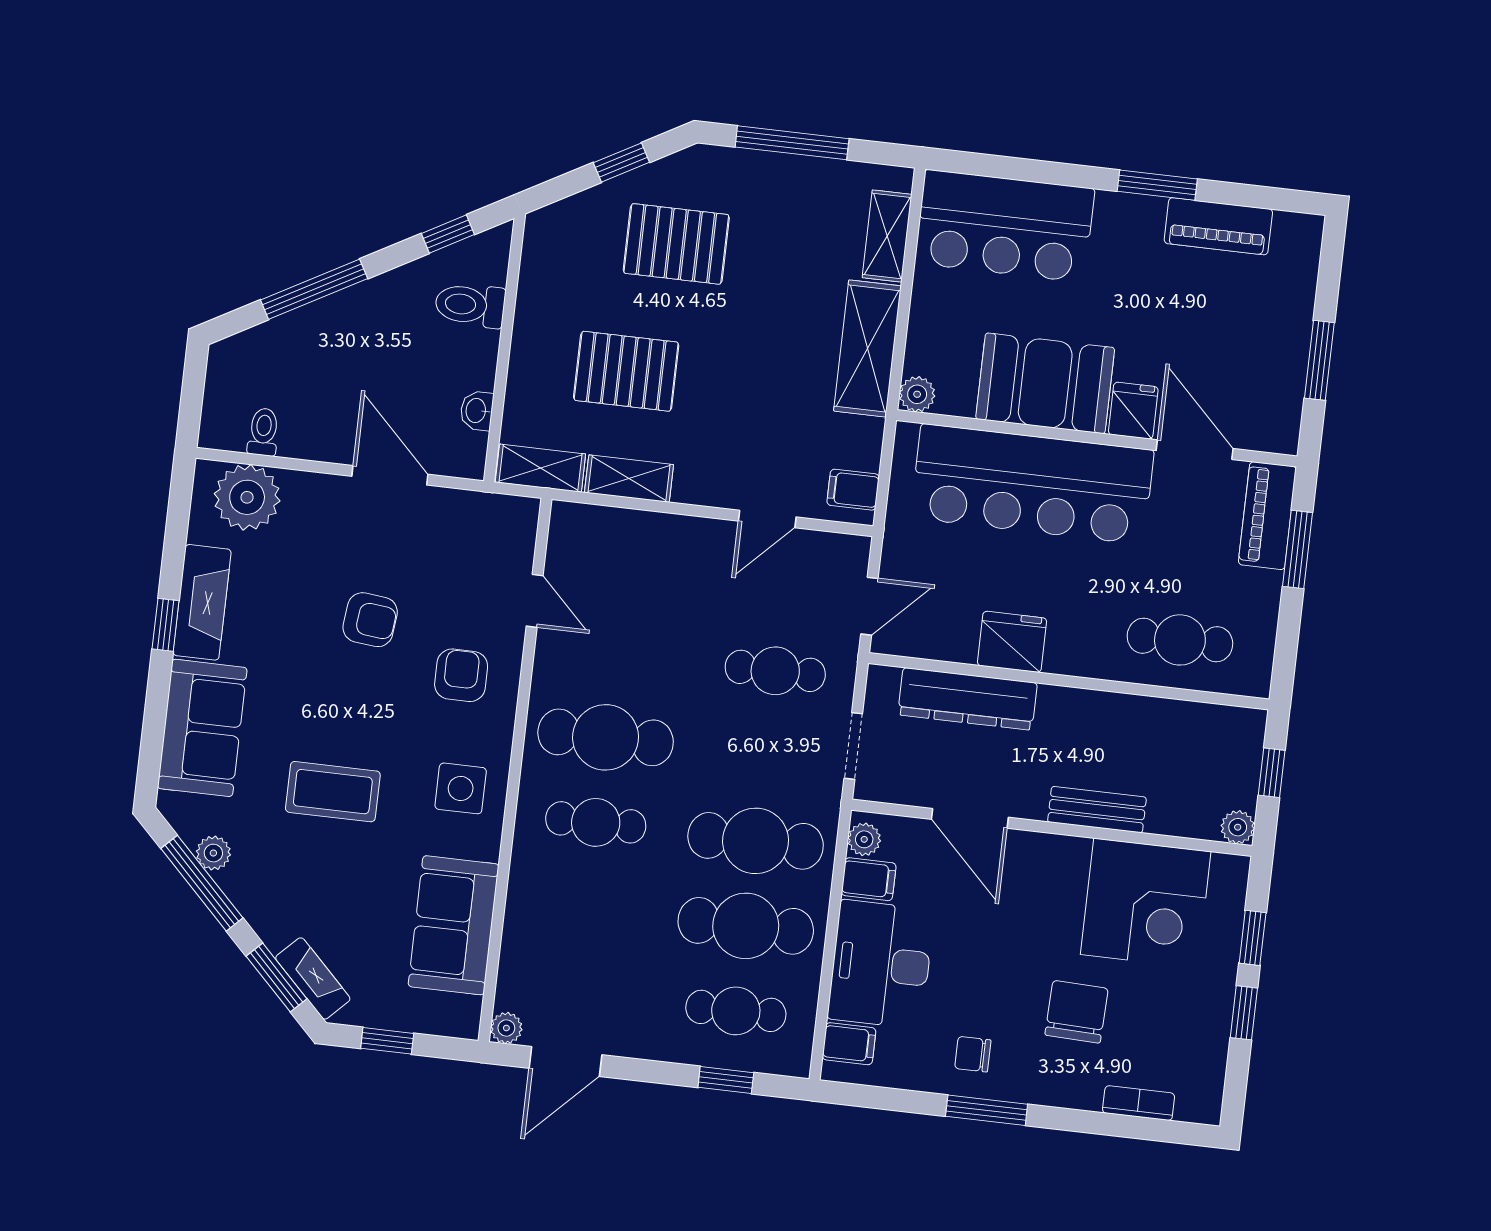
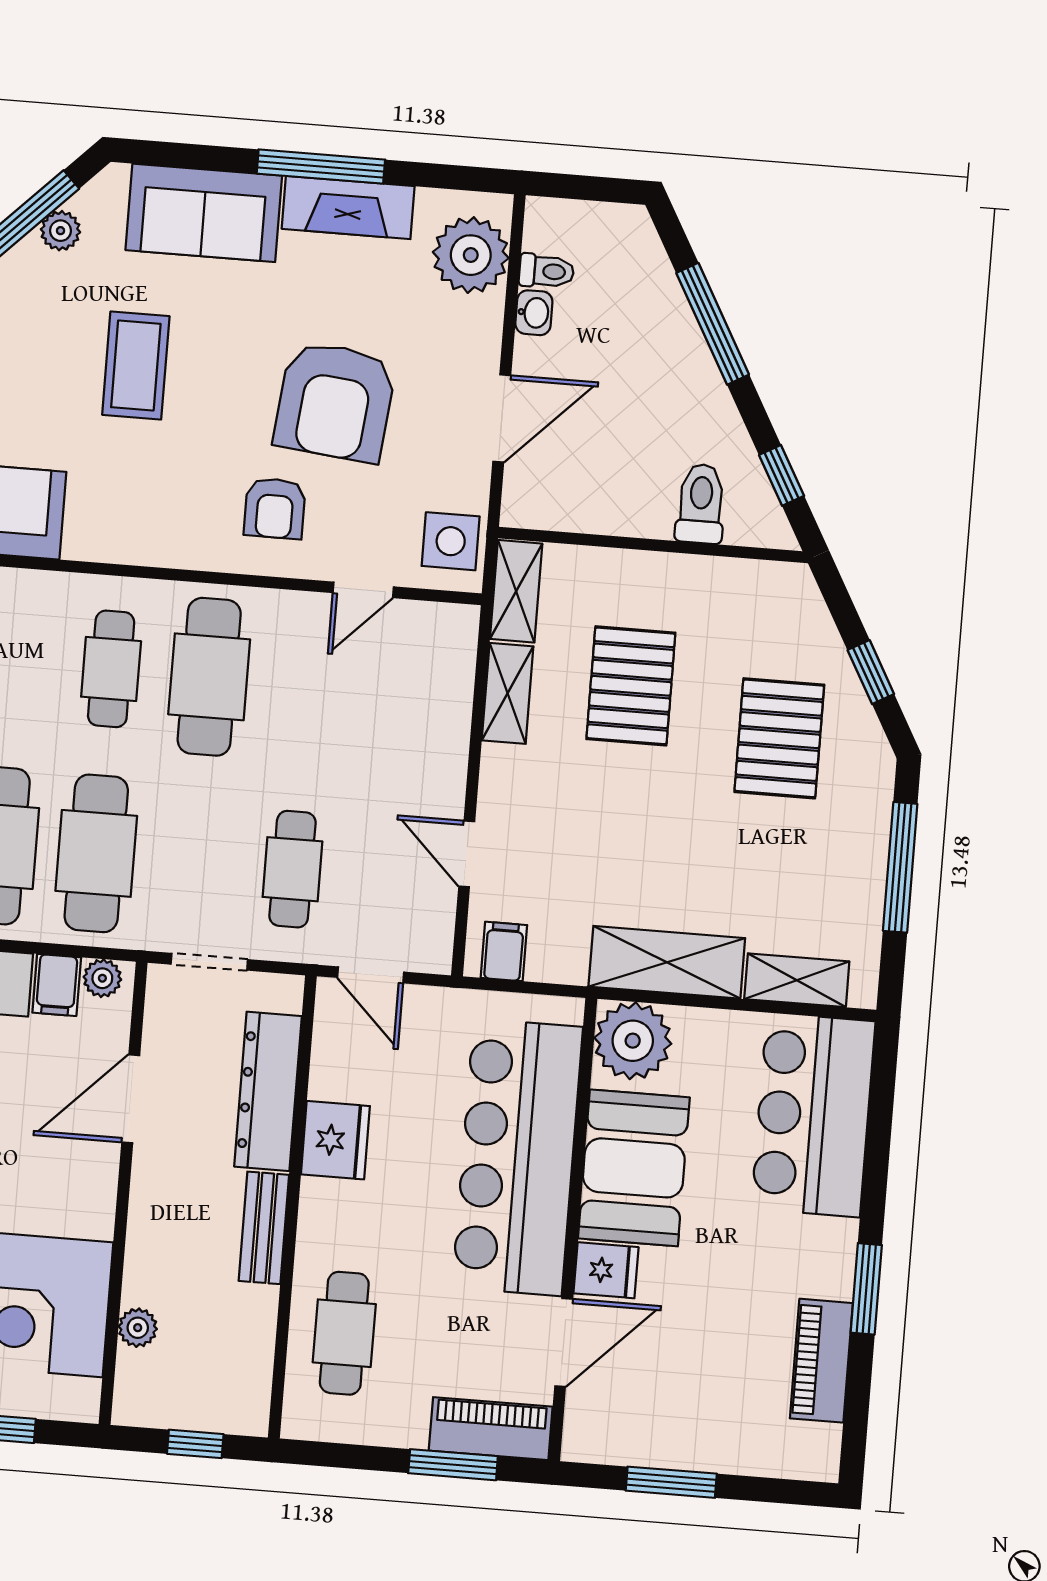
plant: (917, 394) -> (633, 1041), width x1.88, depth x1.88
washbasin: (477, 411) -> (534, 313), moved, turned 90
armchair: (370, 620) -> (335, 402), width x1.88, depth x1.88
window: (166, 625) -> (321, 167), width x2.17
armchair: (461, 675) -> (275, 508), turned 90
side table: (461, 788) -> (451, 541), moved
bench: (1097, 810) -> (264, 1228), moved
plant: (1238, 827) -> (138, 1328), moved

